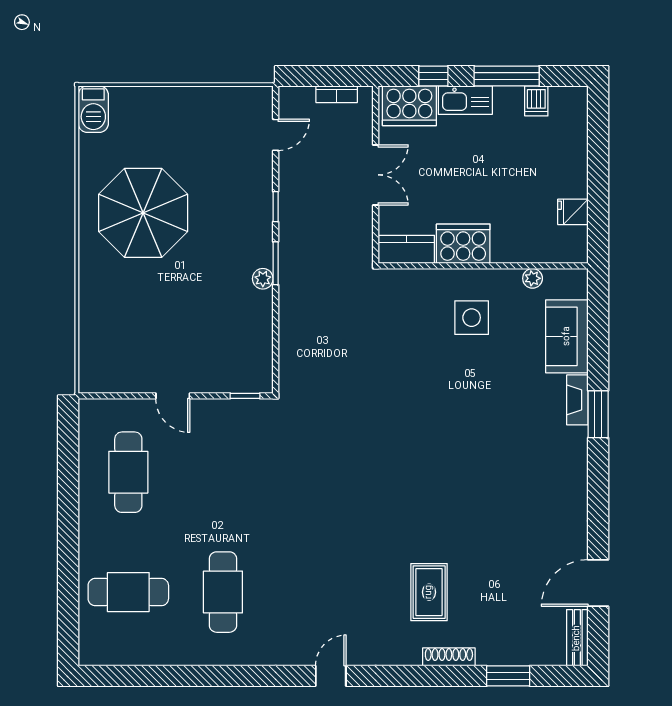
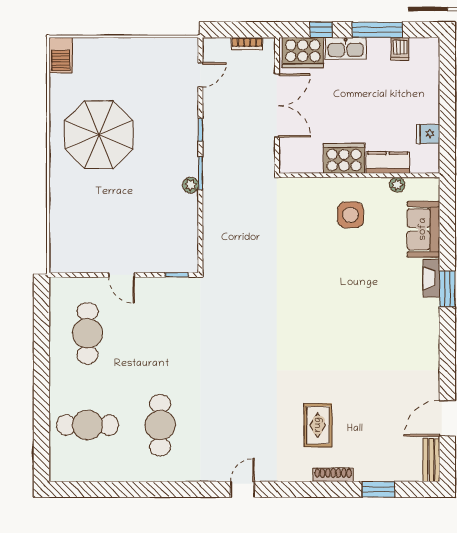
double door: (376, 175) -> (277, 106), width x1.37
kitchen counter: (406, 249) -> (388, 163), moved

